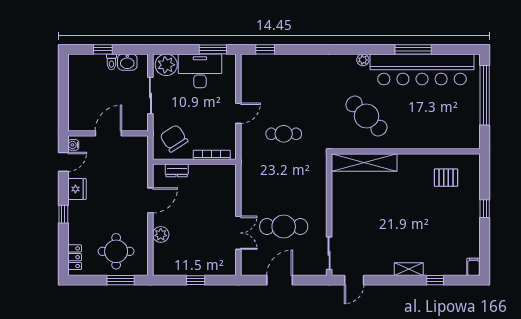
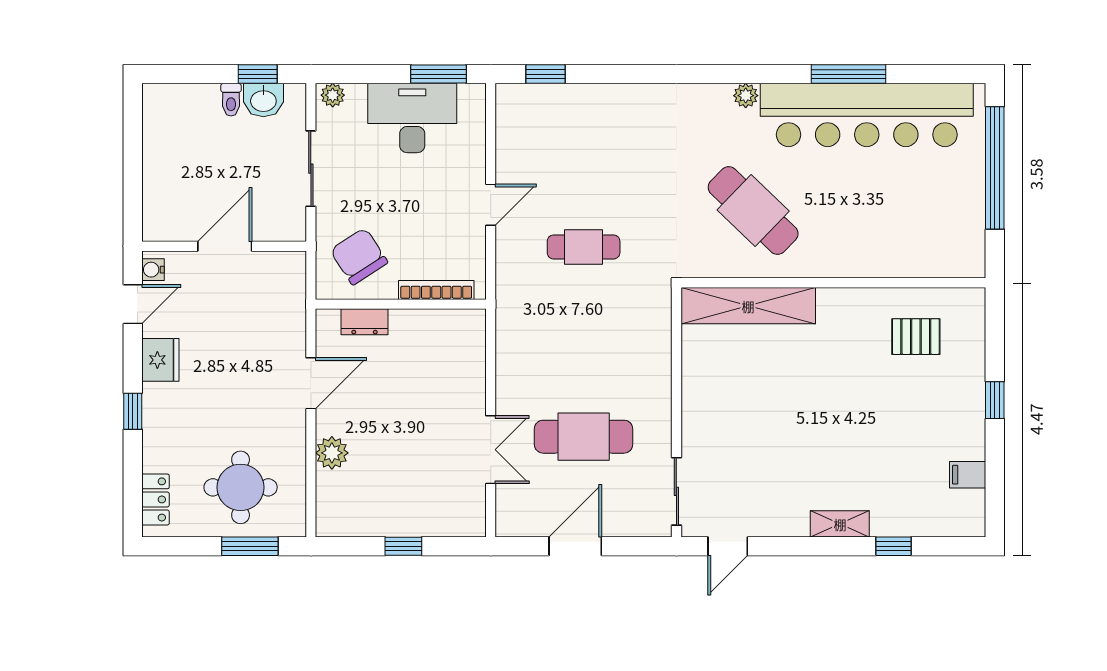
window: (103, 49) -> (258, 74), moved
plant: (166, 65) -> (333, 95), width x0.53, depth x0.53
filing cabinet: (474, 267) -> (968, 475), moved, turned -90

